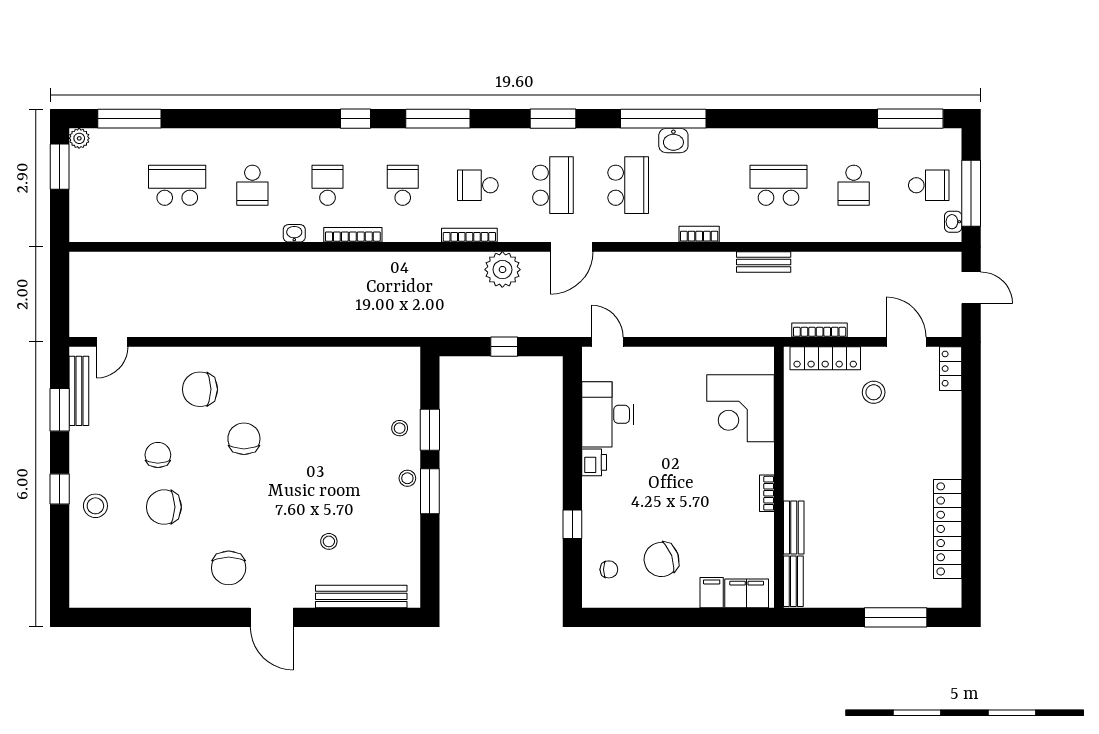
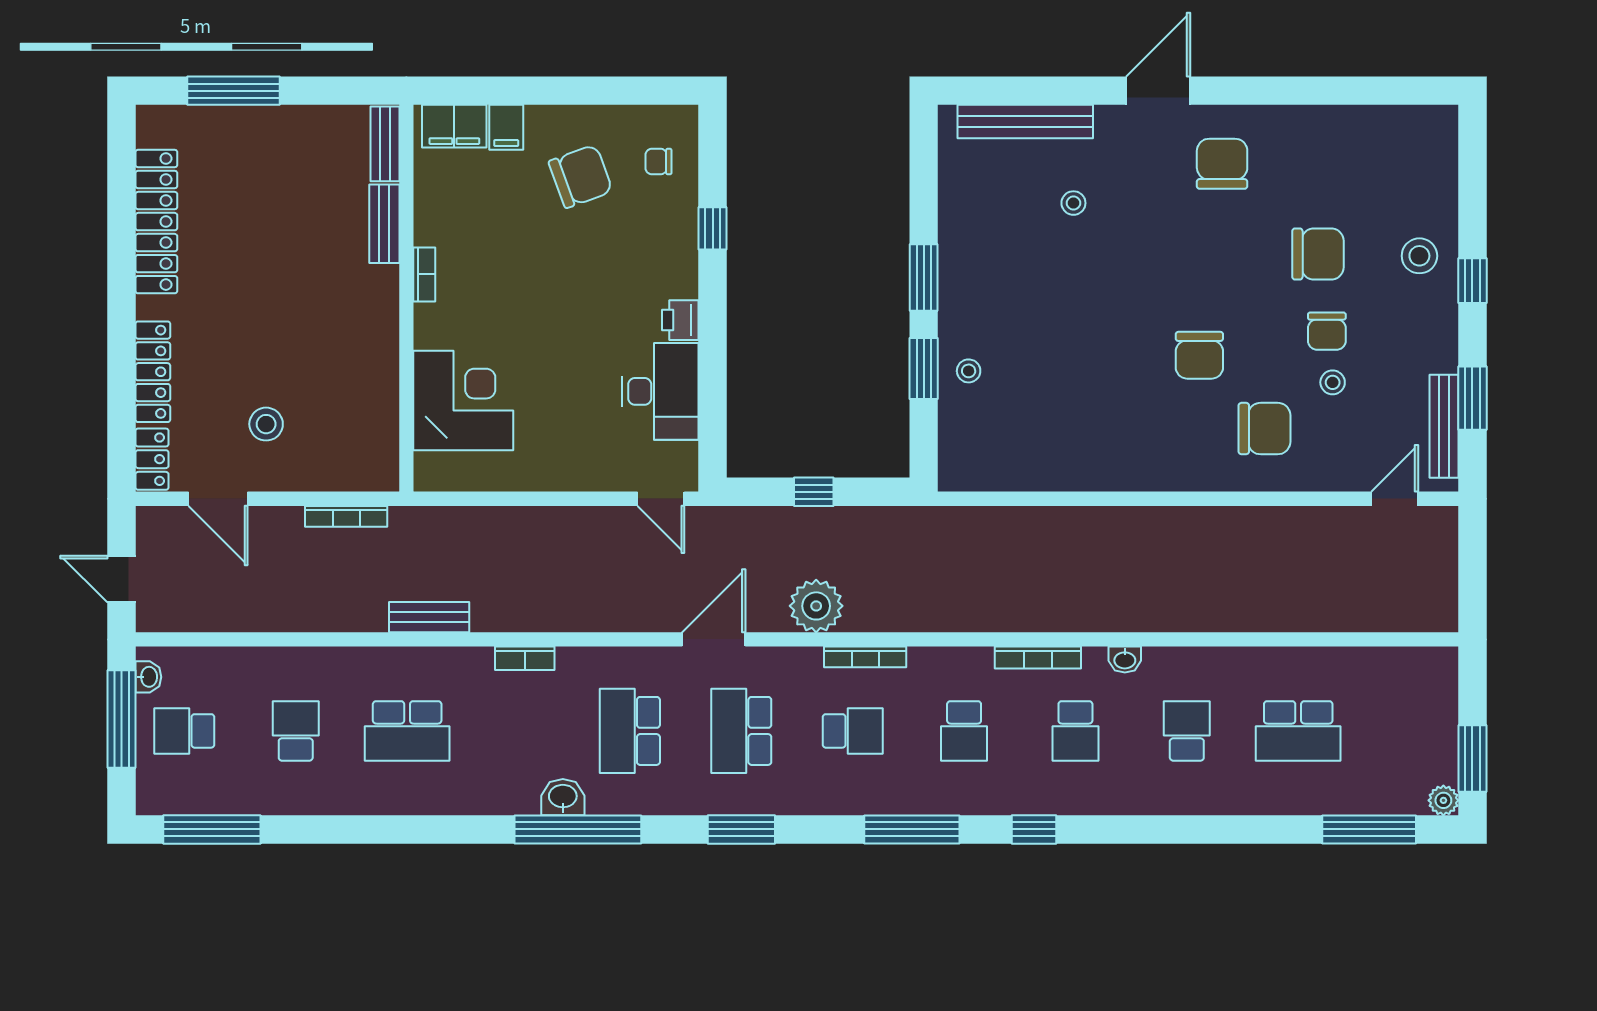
locker: (825, 358) -> (153, 372), moved, turned 90
stool: (407, 478) -> (1333, 382), moved
door: (272, 617) -> (1158, 91), hinge flipped

